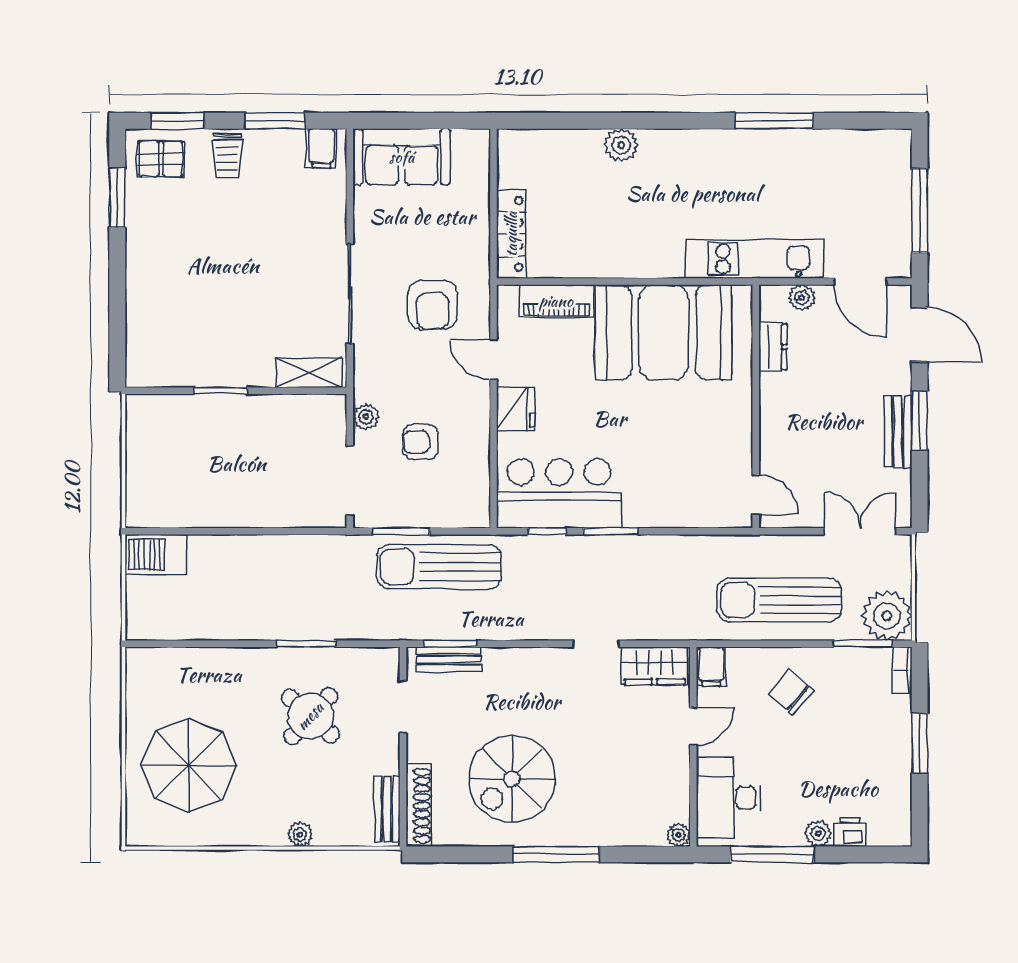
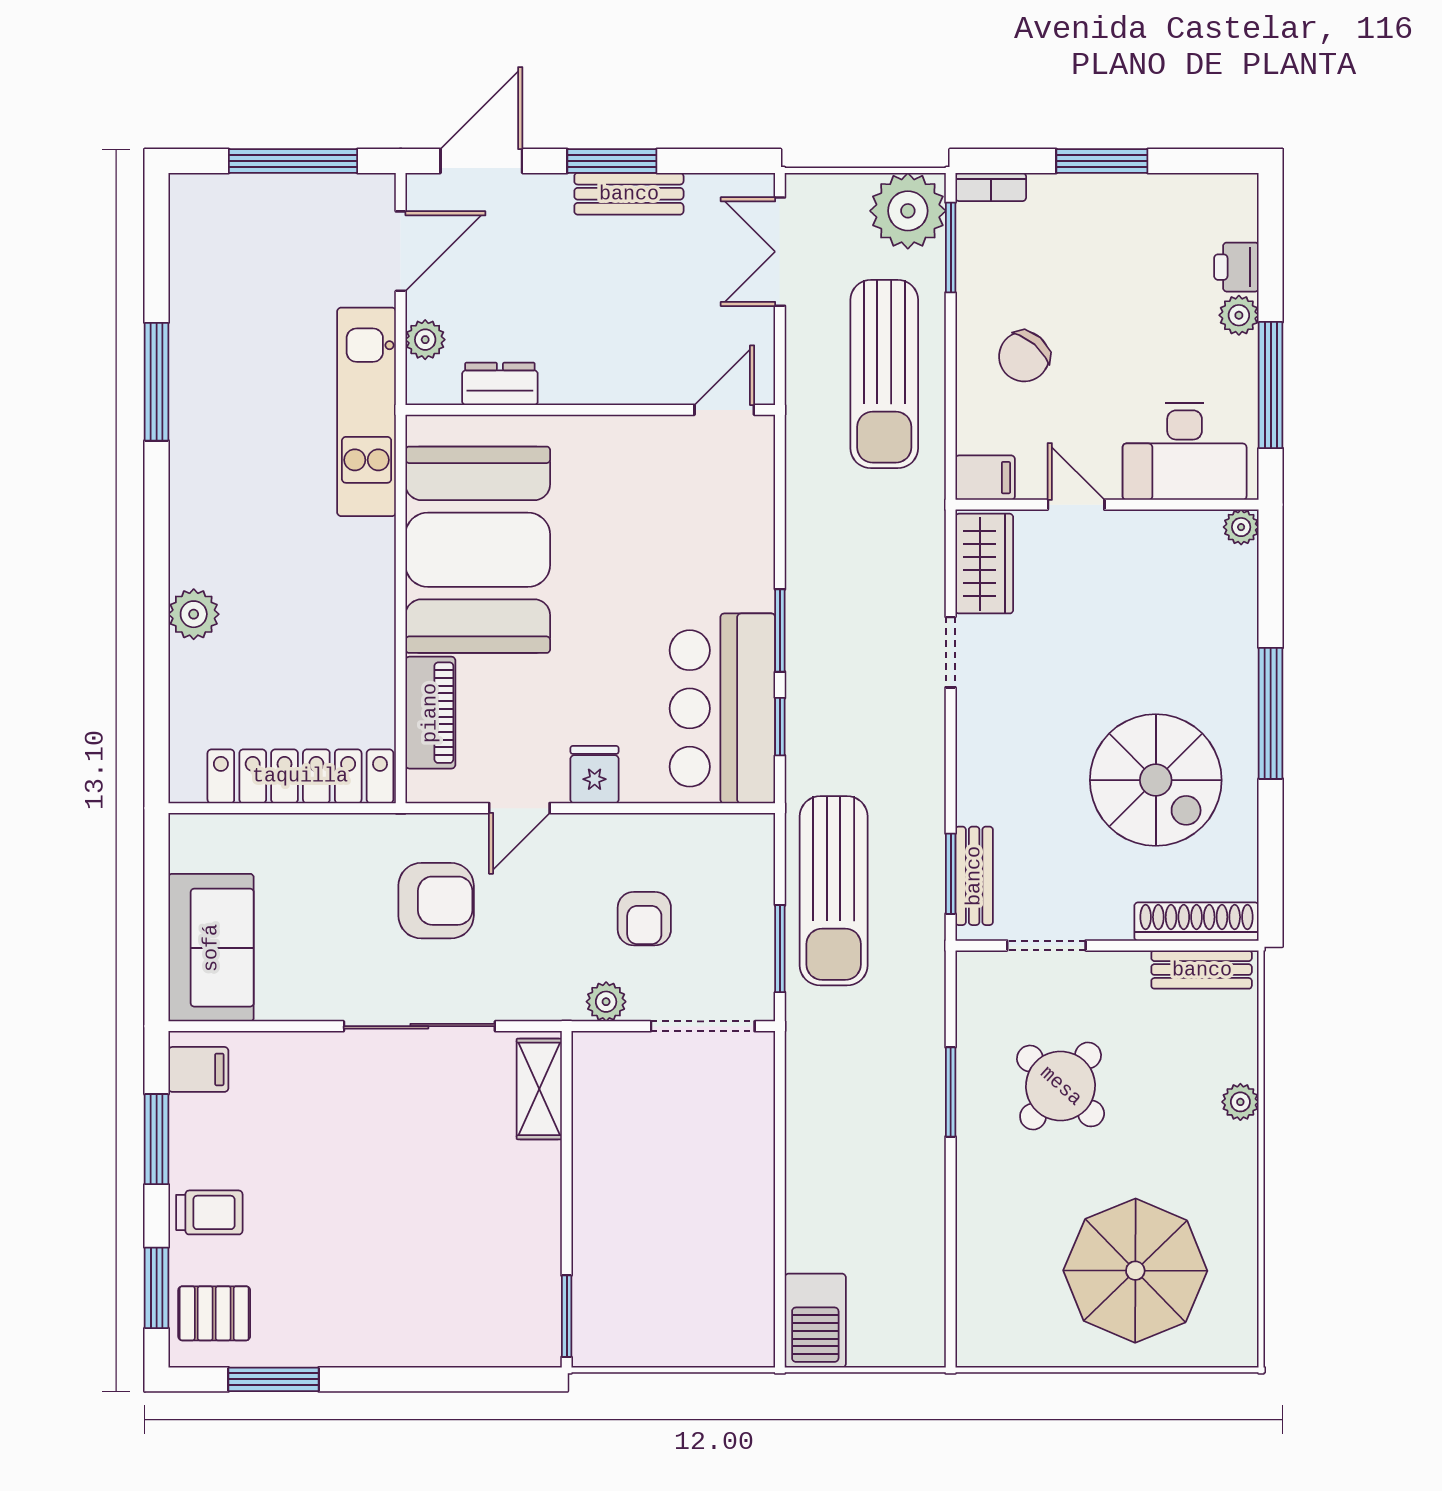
pallet: (161, 159) -> (214, 1313), turned 90
locker: (511, 234) -> (300, 776), width x1.41, depth x1.21
window: (221, 391) -> (567, 1316), moved
fridge: (516, 409) -> (595, 775), width x0.72

